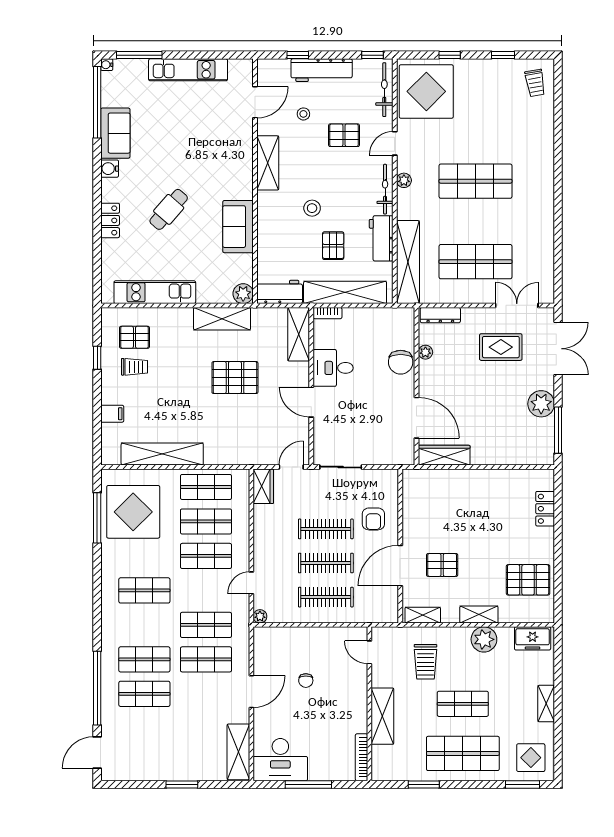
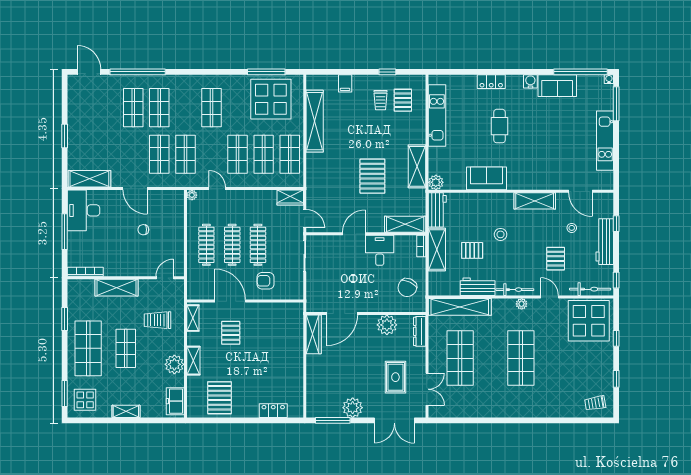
cafe table: (169, 209) -> (500, 126), turned 49
shelving: (345, 292) -> (437, 249), width x0.68
plant: (425, 352) -> (387, 325), width x1.88, depth x1.88
chair: (401, 362) -> (407, 287), moved, turned -65

